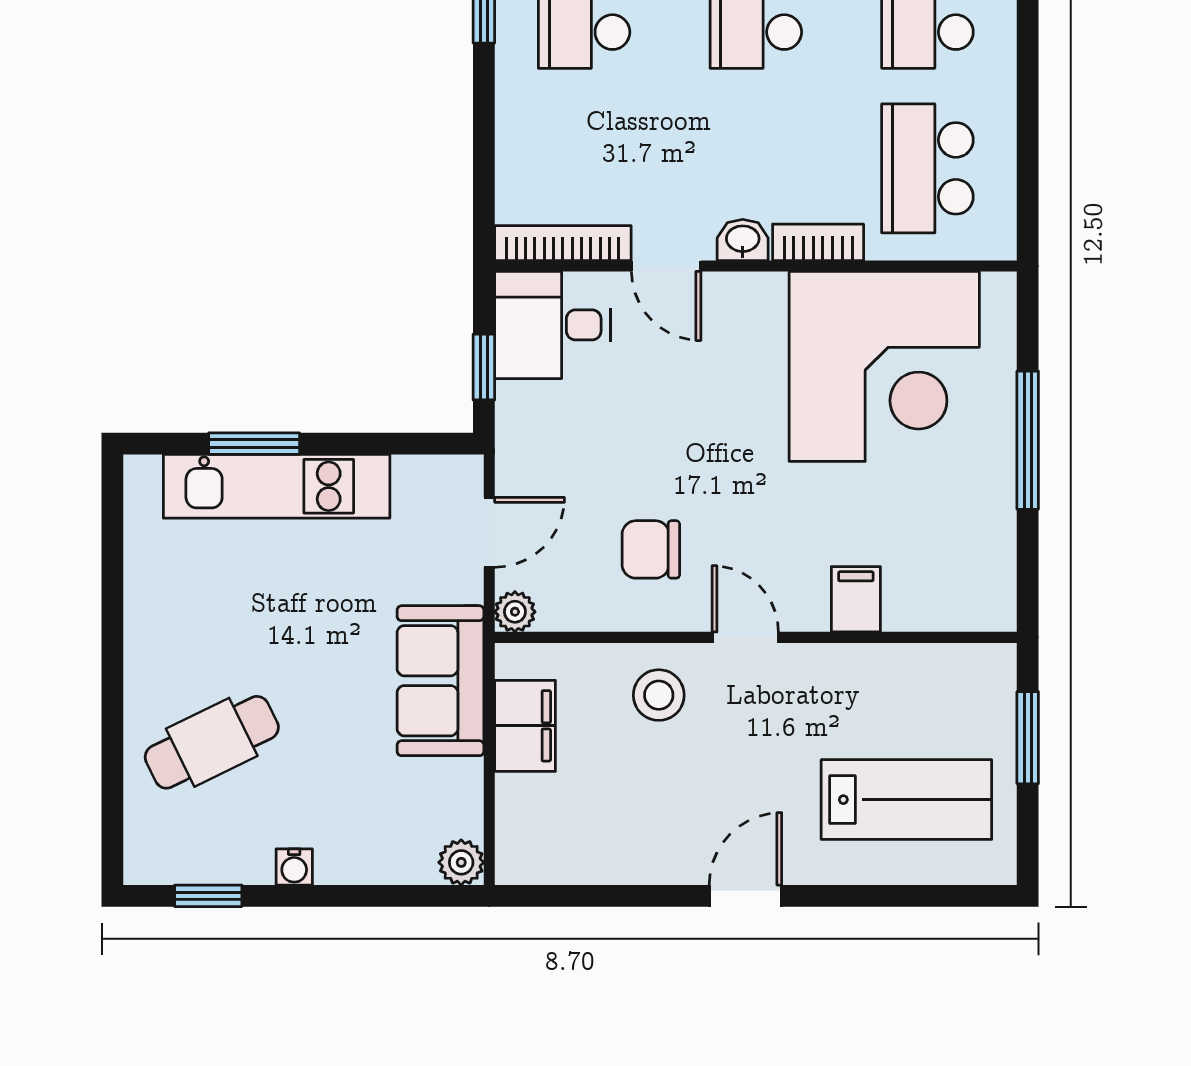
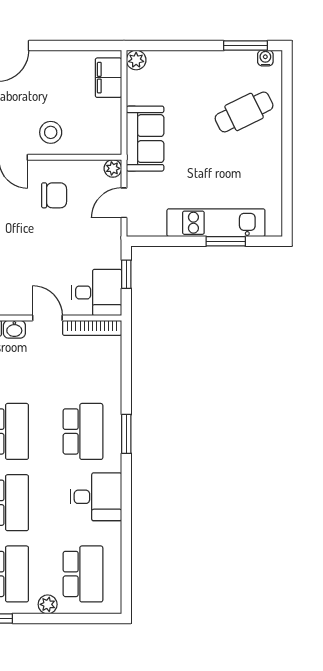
filing cabinet: (525, 726) -> (109, 78), moved
water cooler: (294, 867) -> (265, 58), moved
window: (208, 896) -> (246, 46), width x1.50

